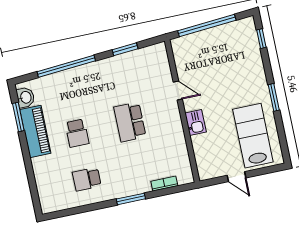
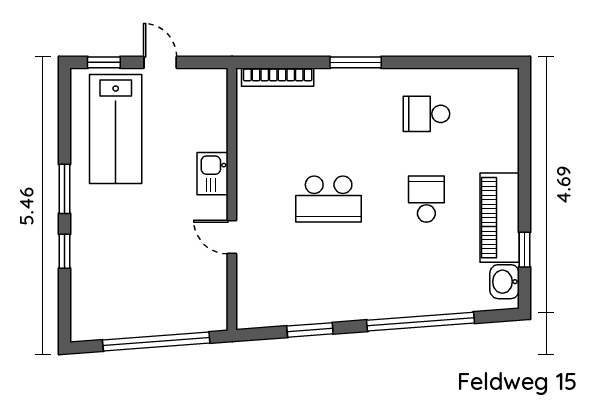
window: (261, 39) -> (64, 251), moved
window: (18, 117) -> (524, 250), width x0.67
school desk: (130, 122) -> (329, 199), turned 90
window: (267, 170) -> (104, 62), added
school desk: (87, 179) -> (426, 114), turned 180
bookcase: (164, 184) -> (278, 77), width x1.56

